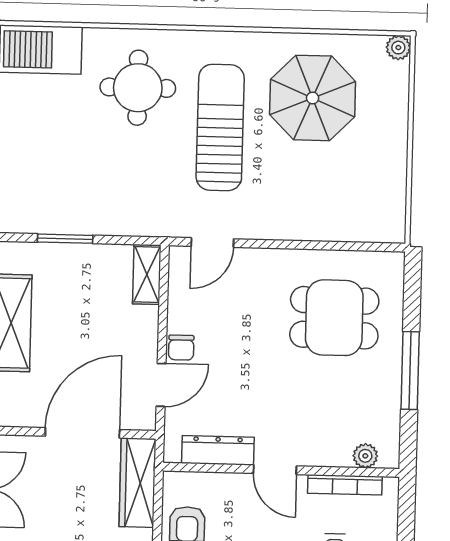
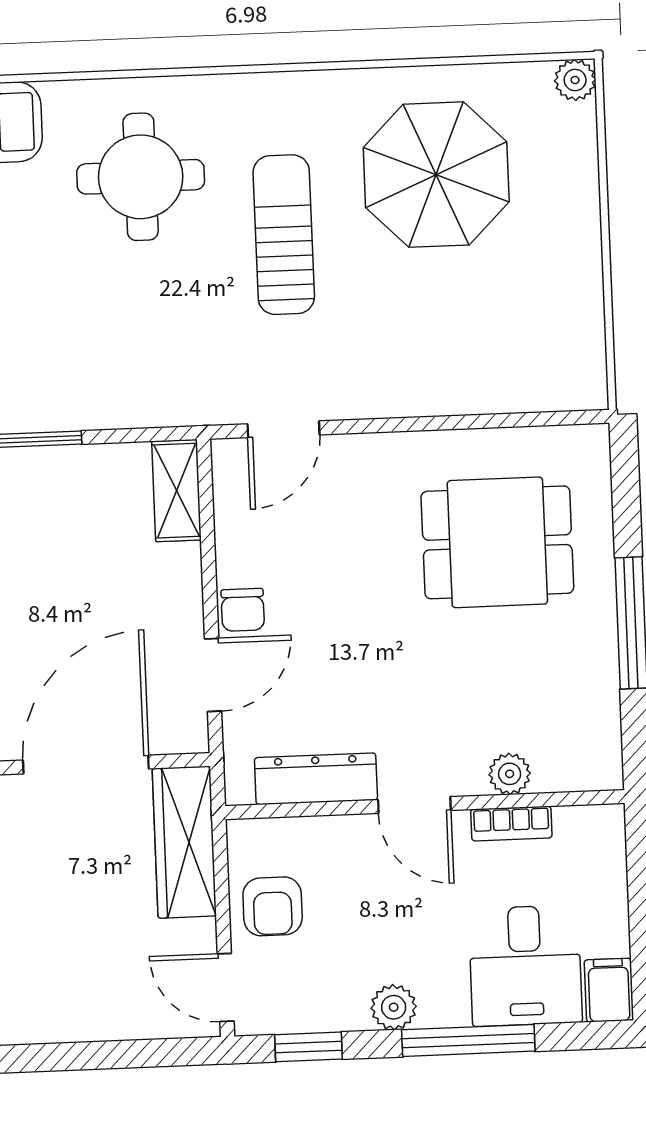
sun lounger: (220, 127) -> (284, 235), width x0.73, depth x0.75
plant: (365, 456) -> (510, 774), moved
bookcase: (345, 485) -> (511, 824), width x0.64

